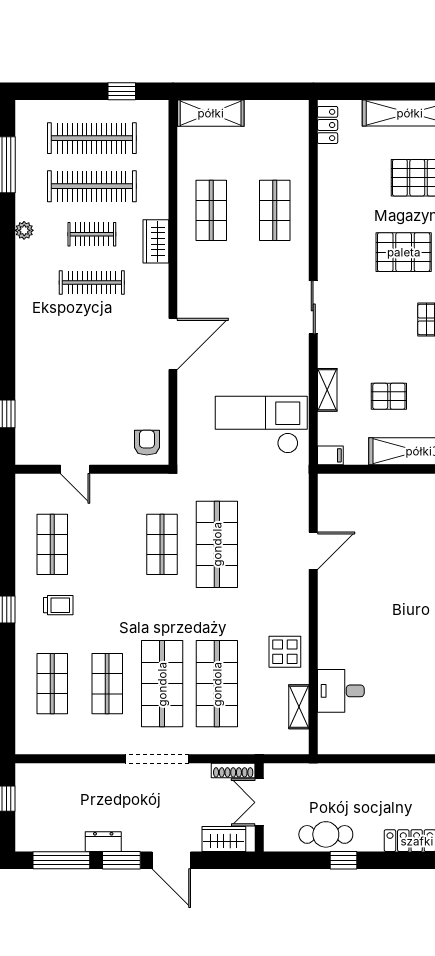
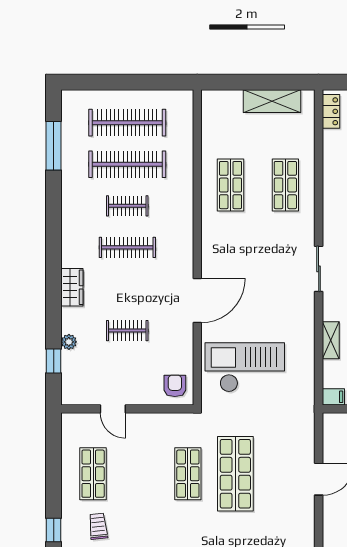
window: (122, 91) -> (153, 82), removed
shelving: (211, 113) -> (272, 101), moved
plant: (24, 230) -> (69, 342), moved
wardrobe: (156, 241) -> (72, 287), moved, turned 180
clothes rail: (92, 379) -> (127, 331), added
checkout: (261, 425) -> (245, 367), moved
trolley: (58, 605) -> (98, 526), turned -96

